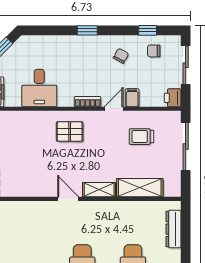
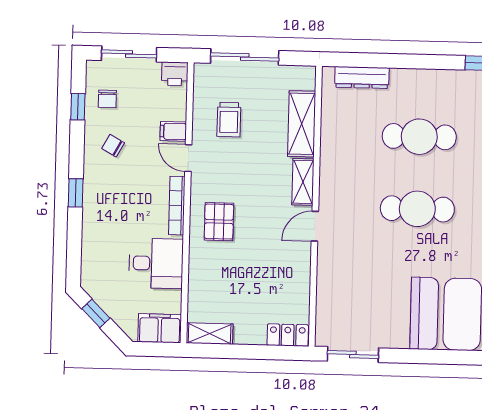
bookcase: (88, 102) -> (177, 206), width x1.56

